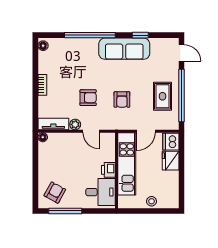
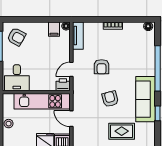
rug: (162, 96) -> (122, 131), moved
armchair: (122, 99) -> (110, 99), moved, turned 75
plant: (75, 124) -> (77, 55), removed
filing cabinet: (46, 151) -> (54, 29), added
printer: (108, 170) -> (63, 85), moved

